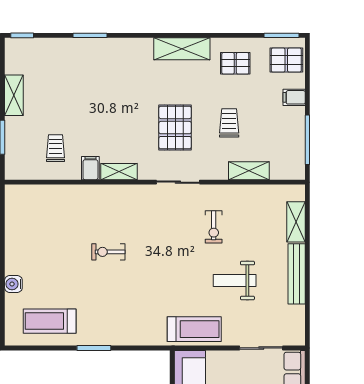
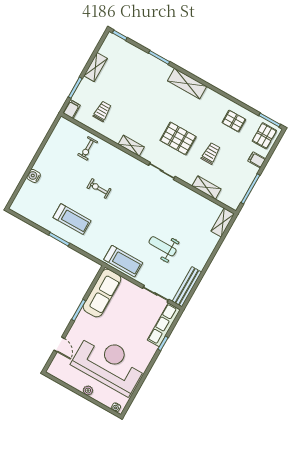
shelving: (182, 49) -> (187, 84), moved
pallet: (286, 60) -> (264, 136), turned 90
pallet: (175, 128) -> (178, 138), turned 90
filing cabinet: (90, 168) -> (72, 109), moved
shelving: (296, 222) -> (223, 223), moved
exercise bike: (214, 227) -> (88, 148), moved
bench: (297, 274) -> (187, 287), moved
treadmill: (50, 321) -> (72, 219), moved, turned 180

